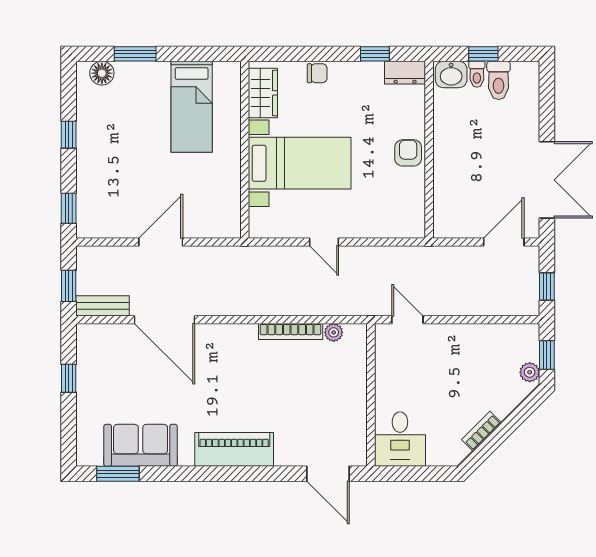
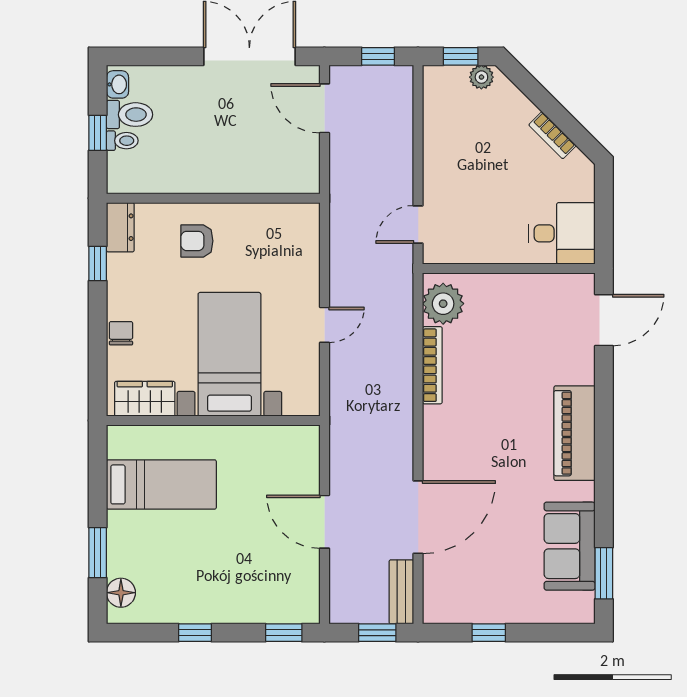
washbasin: (451, 74) -> (118, 84), moved, width x0.72, depth x0.69
armchair: (408, 153) -> (197, 241), moved
plant: (334, 332) -> (443, 304), width x1.88, depth x1.88

